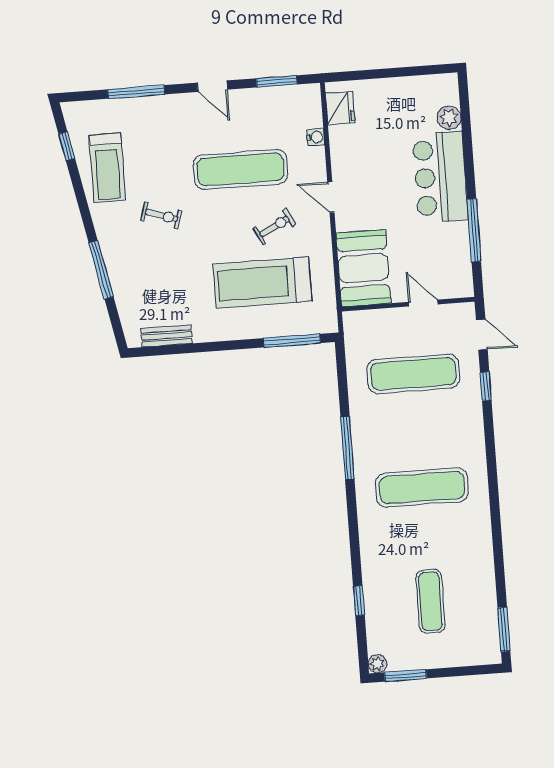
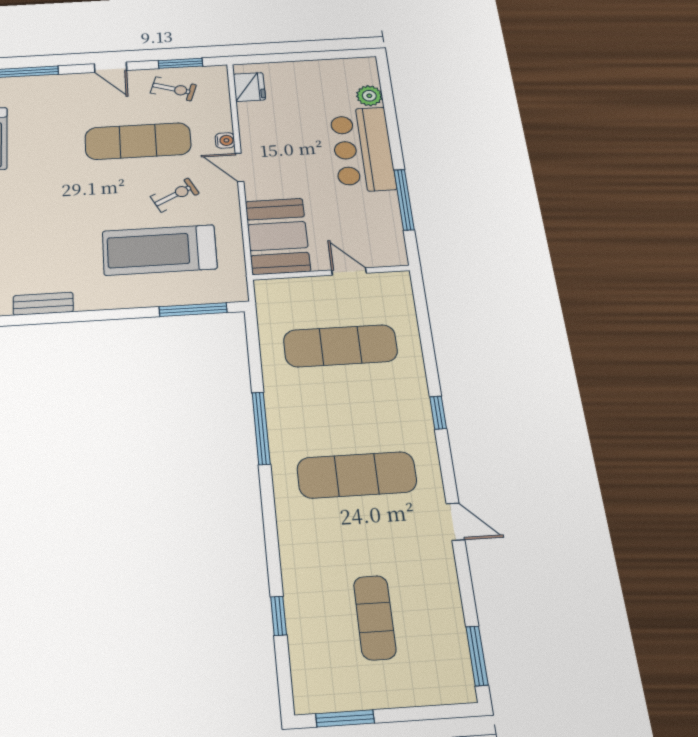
water cooler: (316, 137) -> (225, 140), moved
exercise bike: (161, 215) -> (173, 89), moved
door: (482, 335) -> (455, 522), moved
window: (486, 386) -> (438, 413), moved
plant: (377, 664) -> (306, 702), removed

